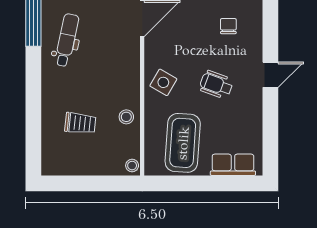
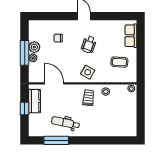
trolley: (80, 123) -> (88, 98), moved
coffee table: (183, 143) -> (119, 62), width x0.54, depth x0.58

